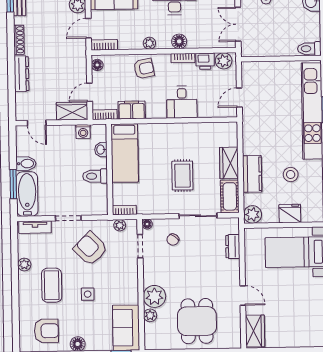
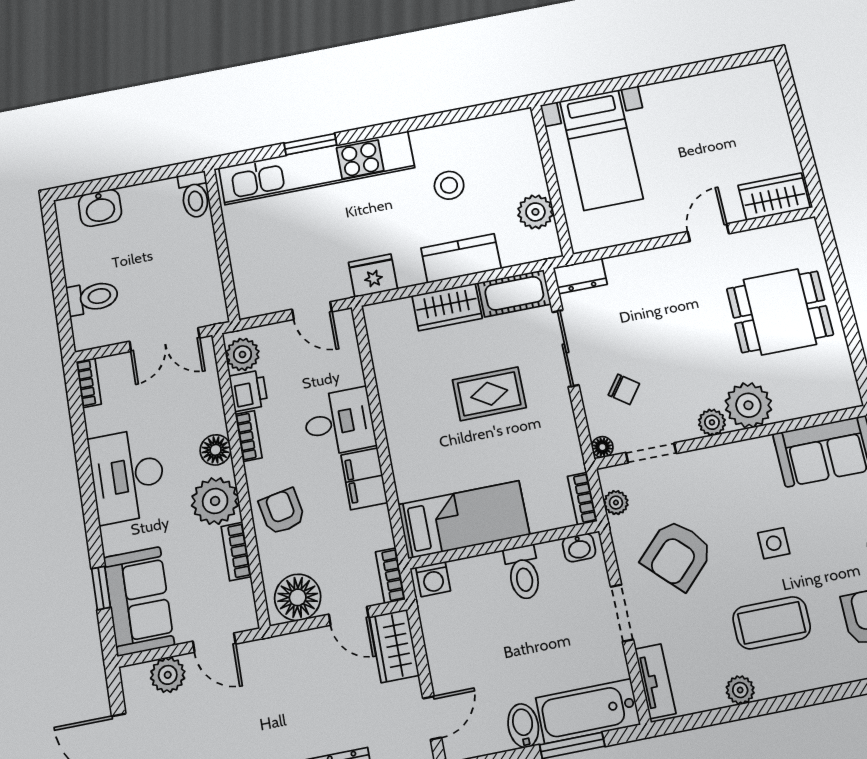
plant: (149, 43) -> (215, 501), width x1.87, depth x1.87
bookcase: (104, 45) -> (236, 551), moved
floor lamp: (97, 65) -> (298, 597), width x1.89, depth x1.89
filing cabinet: (132, 110) -> (364, 479), moved
washing machine: (83, 132) -> (433, 579), moved, turned 90
washbasin: (101, 150) -> (579, 548), moved
fridge: (290, 213) -> (373, 276), moved, turned 90
plant: (253, 214) -> (535, 212), moved
dresser: (233, 247) -> (580, 276), moved
plant: (150, 315) -> (712, 422), moved

